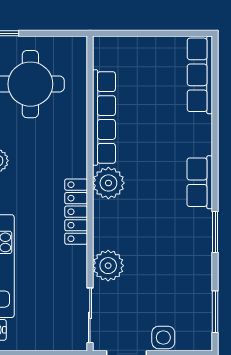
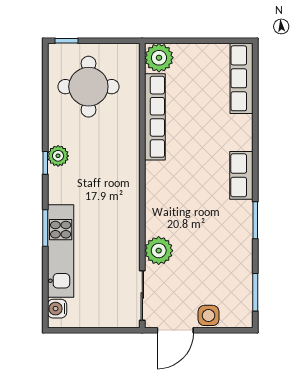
plant: (108, 183) -> (159, 58), moved
locker: (76, 212) -> (130, 202), removed

